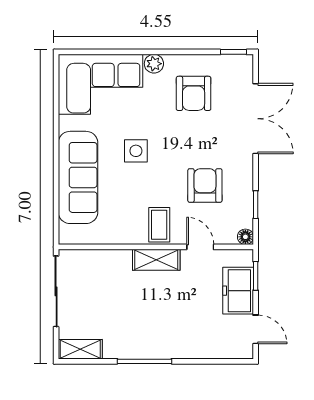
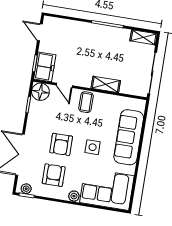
plant: (236, 63) -> (26, 189), added
armchair: (205, 185) -> (61, 144), moved
floor lamp: (245, 237) -> (40, 92), width x1.89, depth x1.89
shelving: (156, 260) -> (106, 84), moved
freezer: (238, 291) -> (45, 67), moved

